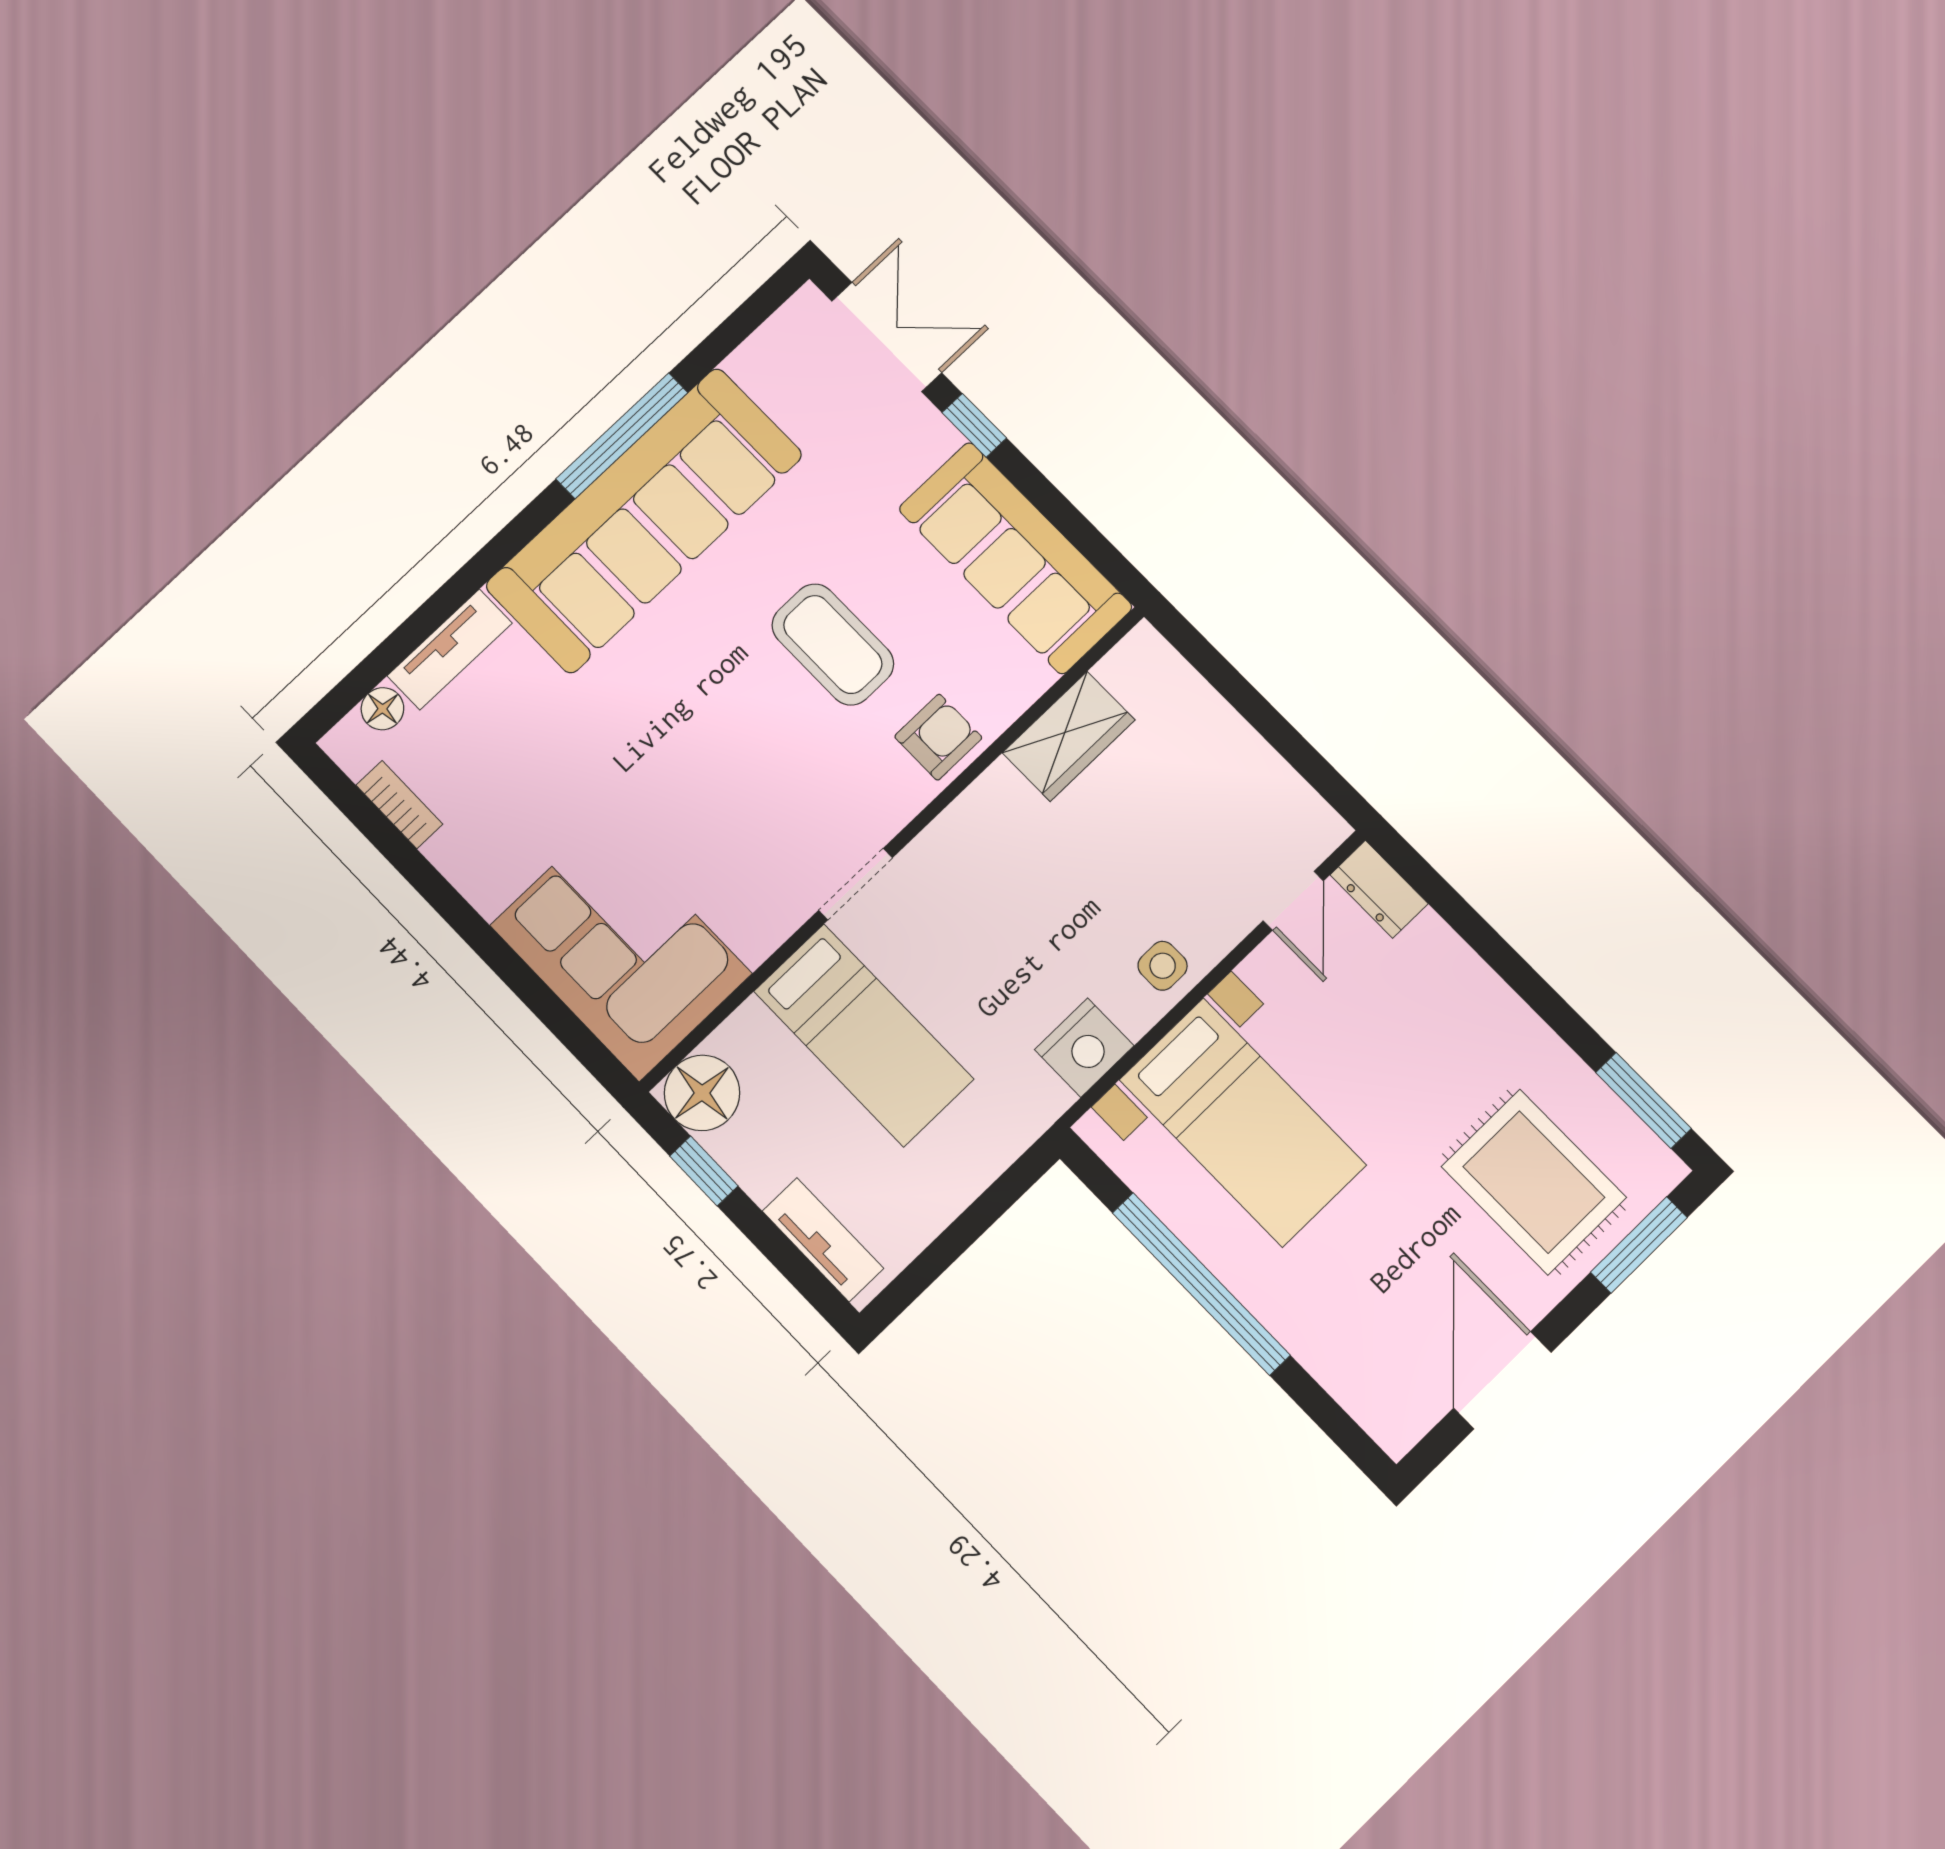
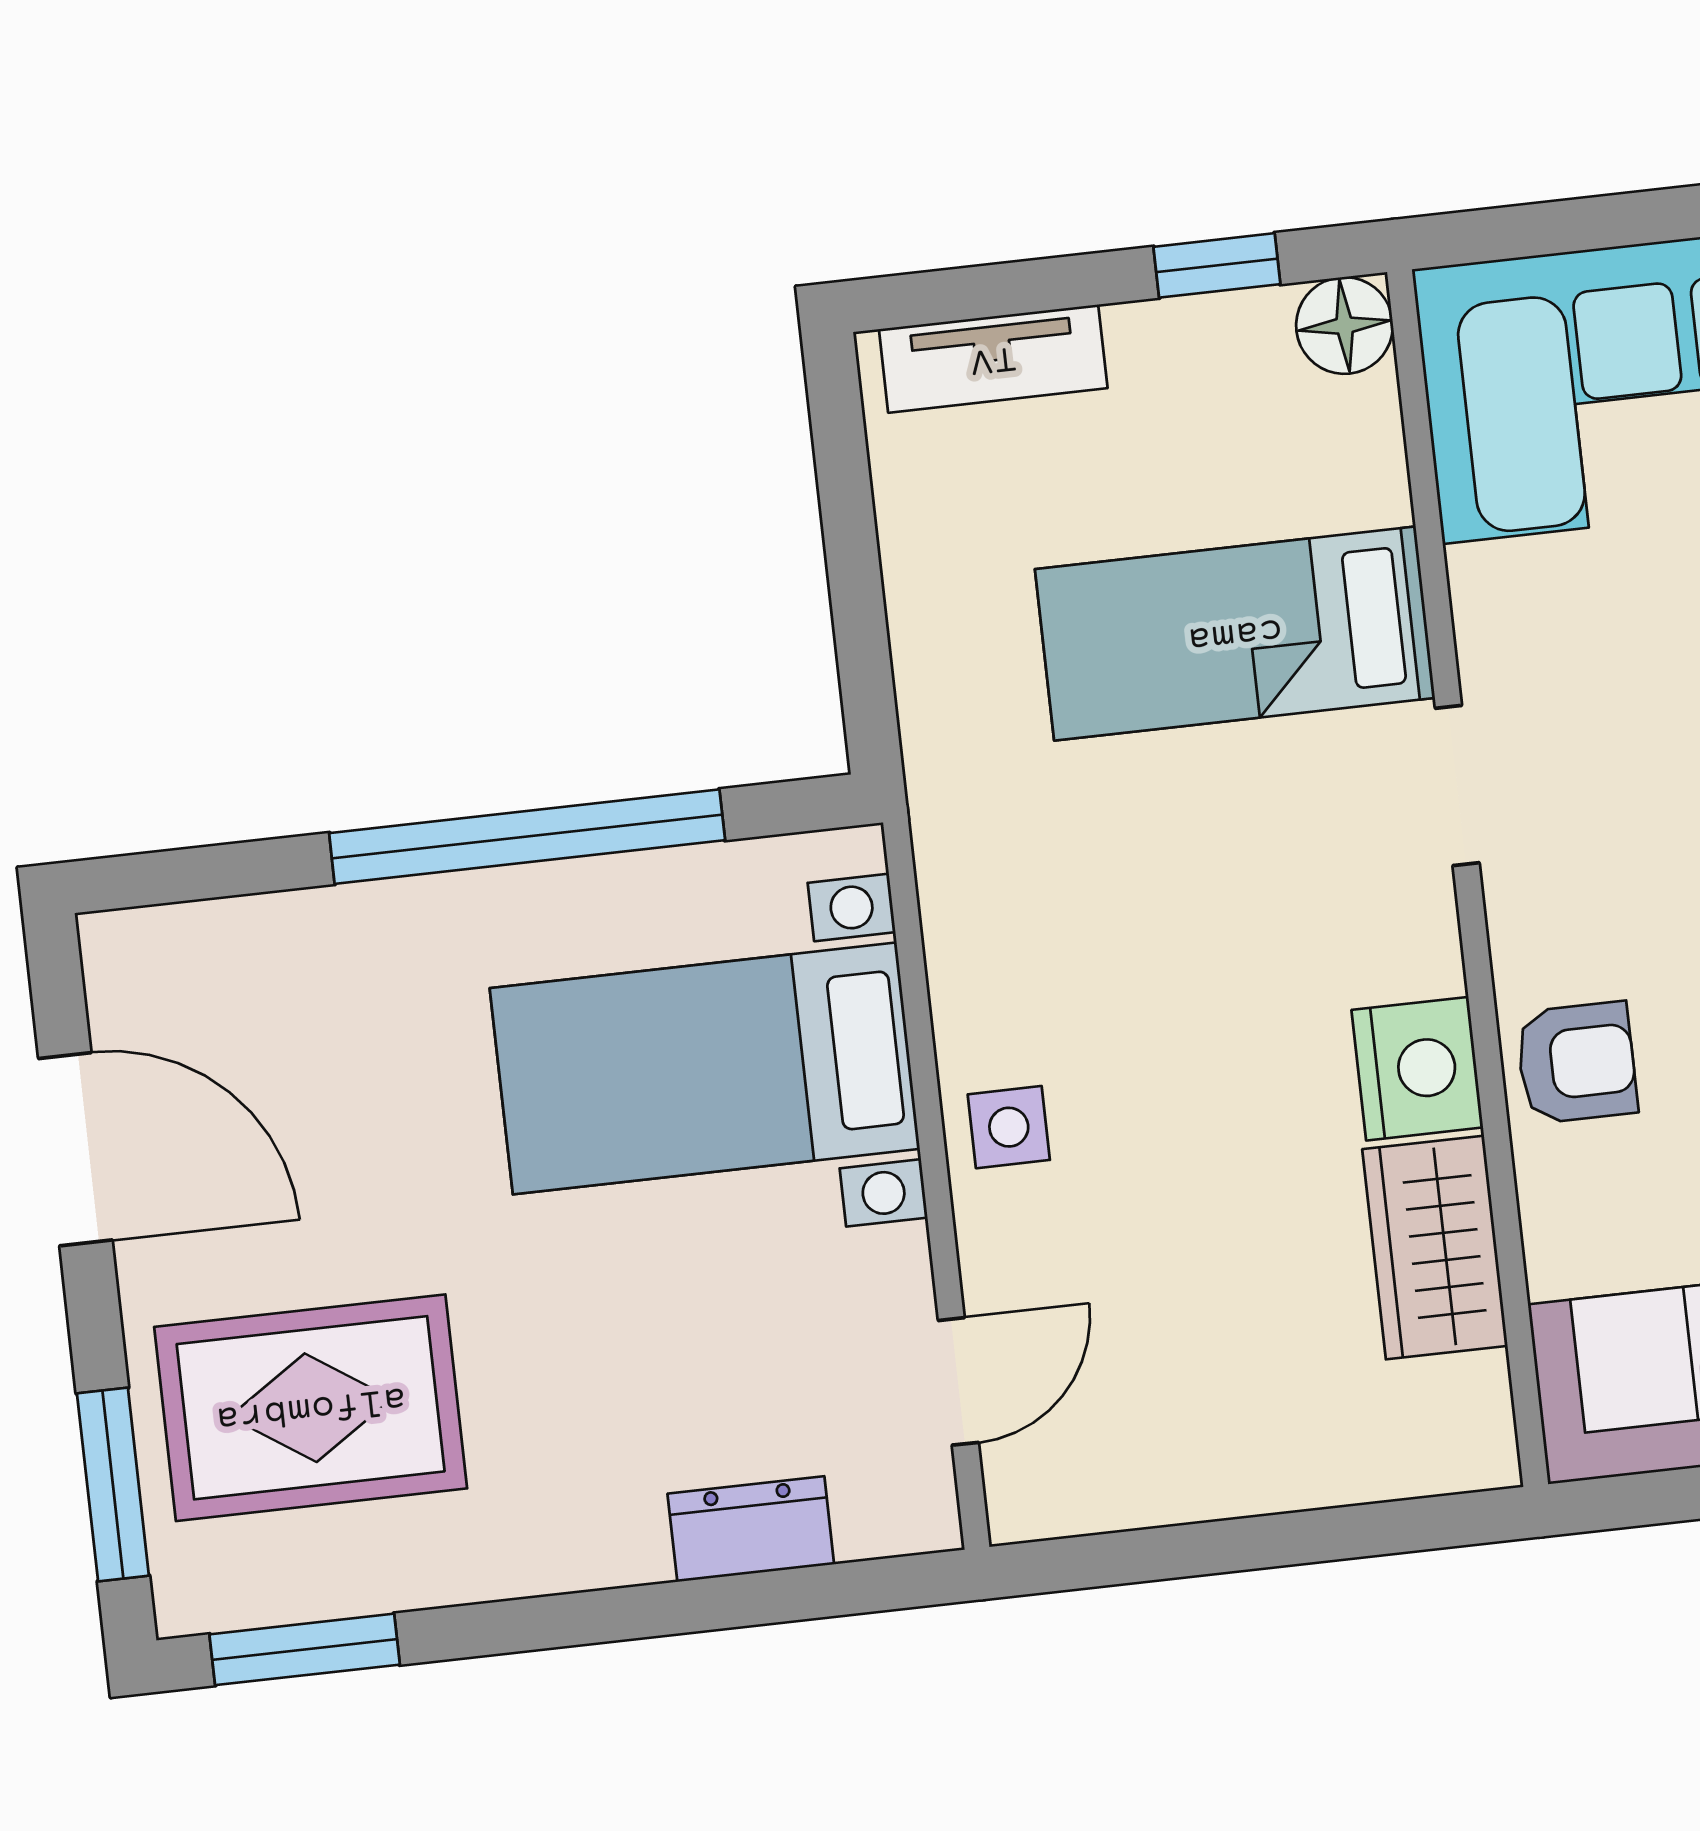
armchair: (938, 737) -> (1577, 1063), turned -90
dresser: (1379, 889) -> (751, 1529), moved
door: (1293, 901) -> (958, 1381), swing flipped
nightstand: (1084, 1048) -> (1417, 1069), moved, turned 180
floor lamp: (702, 1093) -> (1345, 326), width x0.73, depth x0.73

